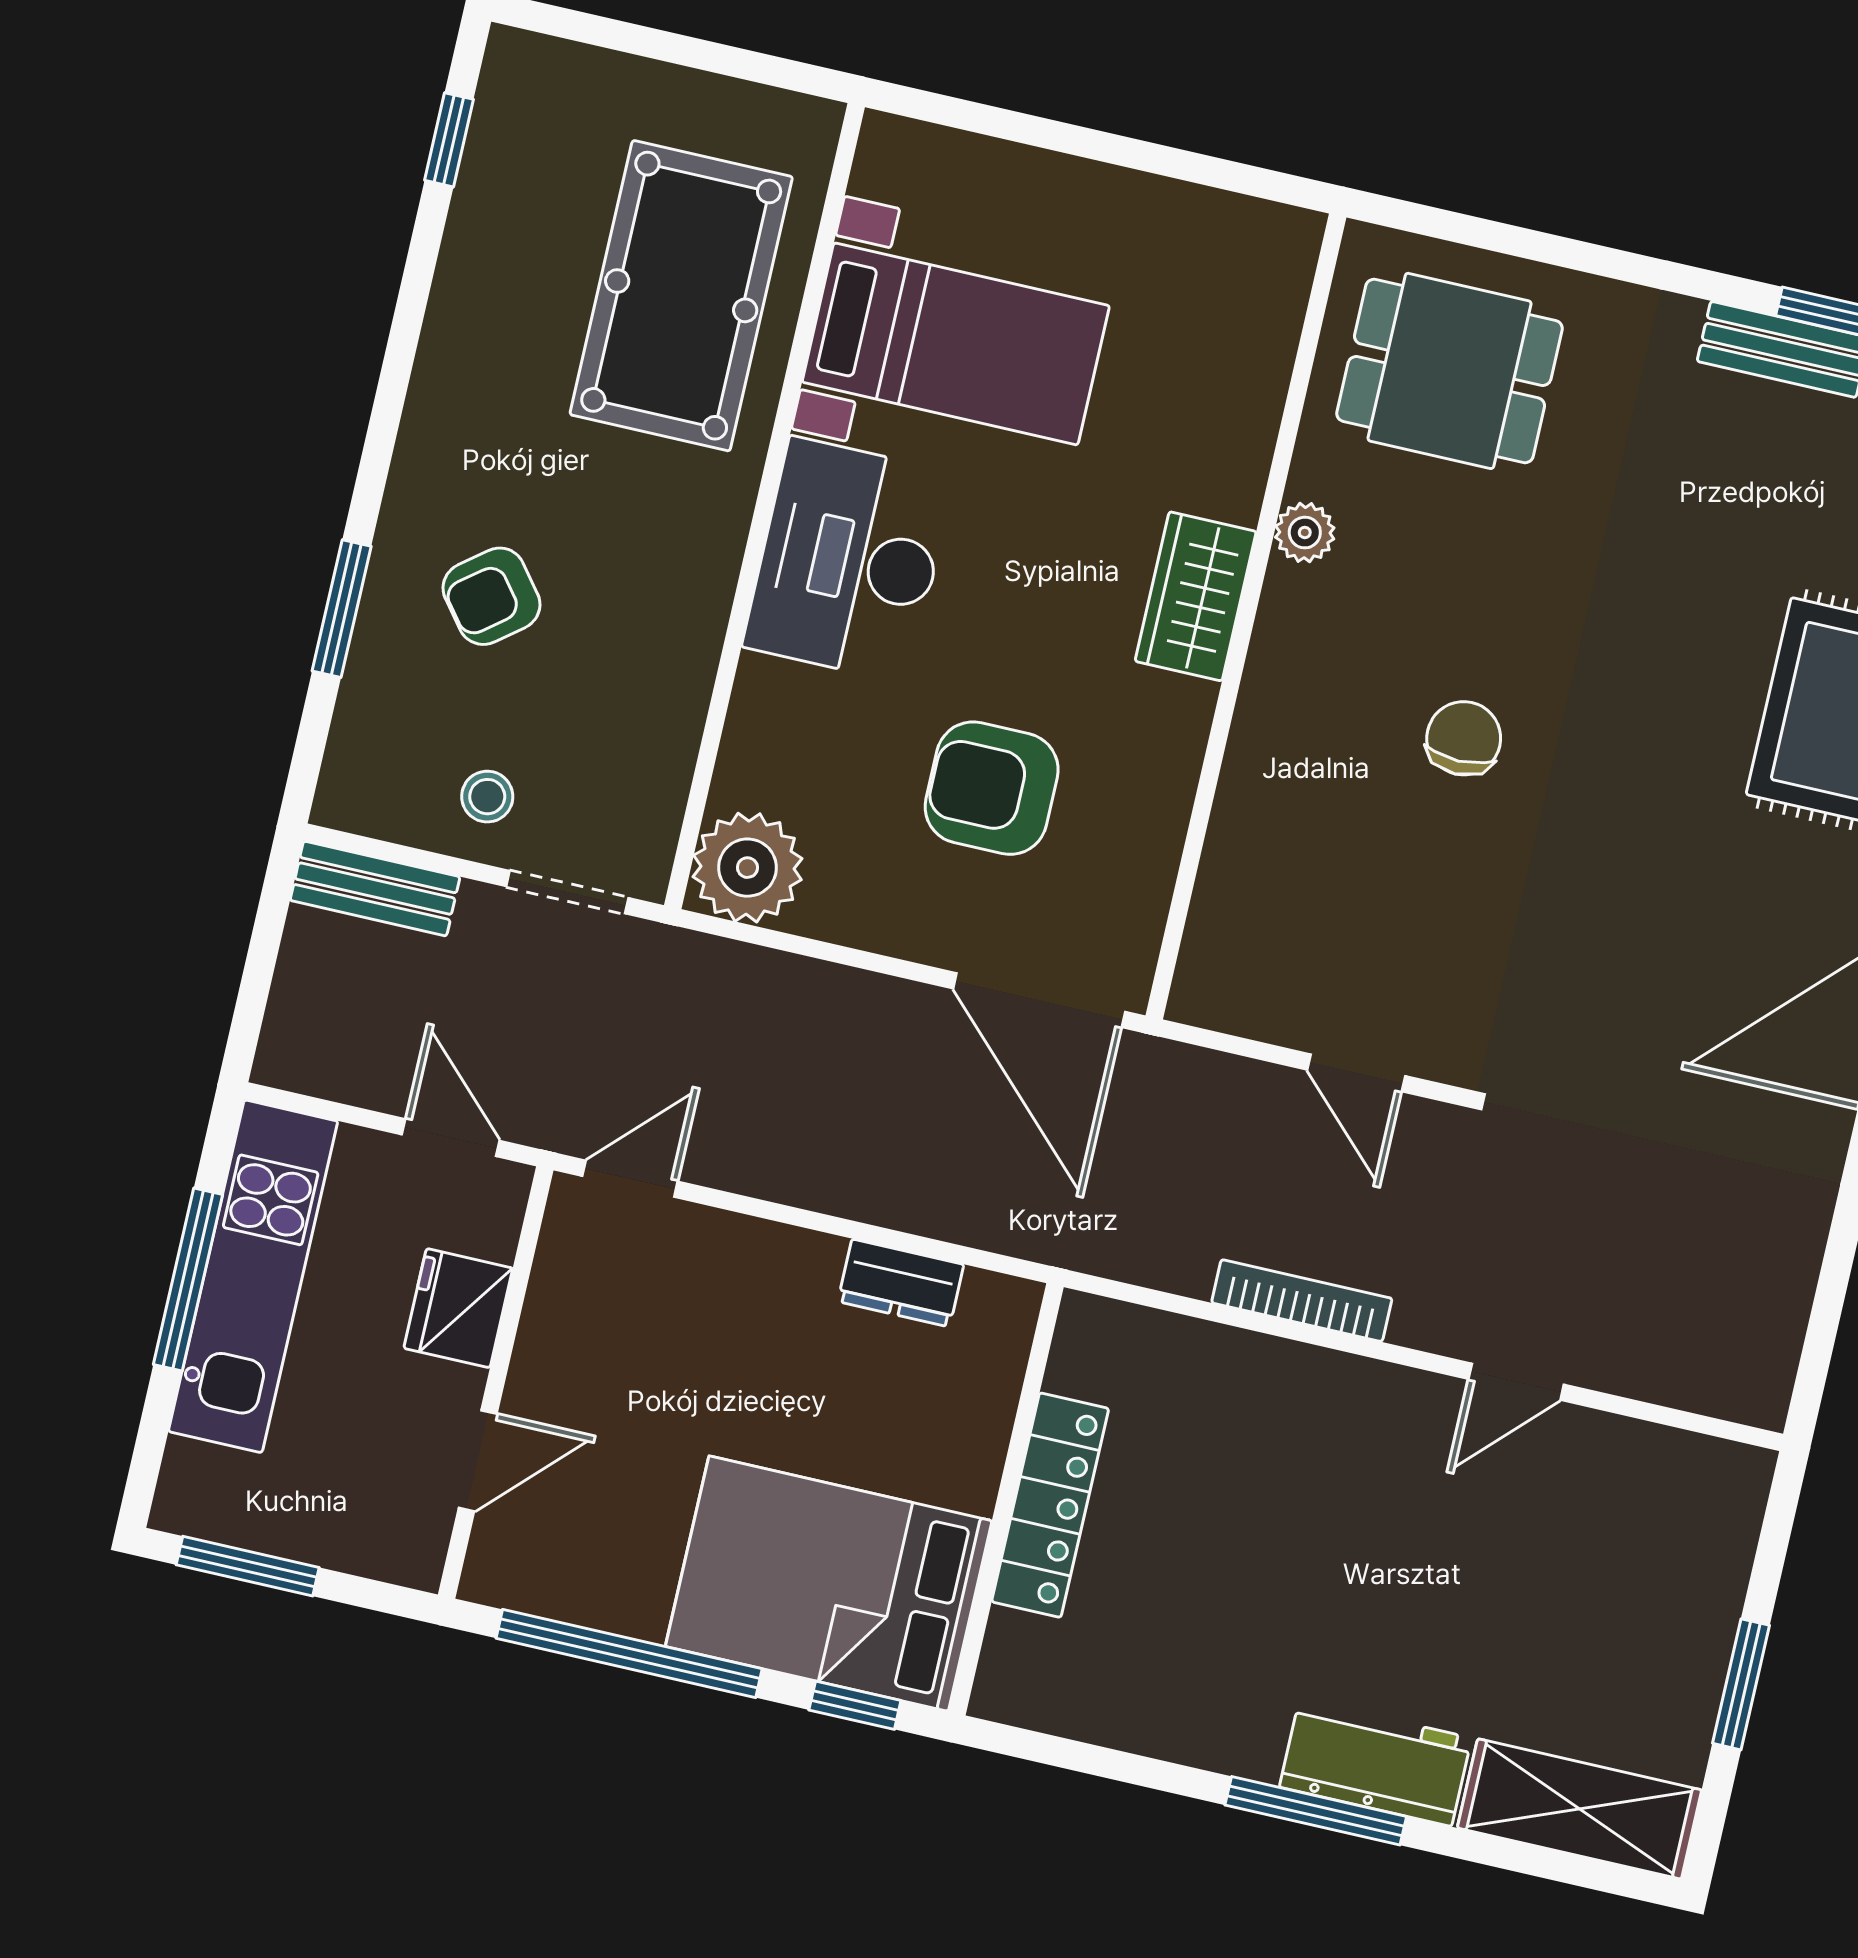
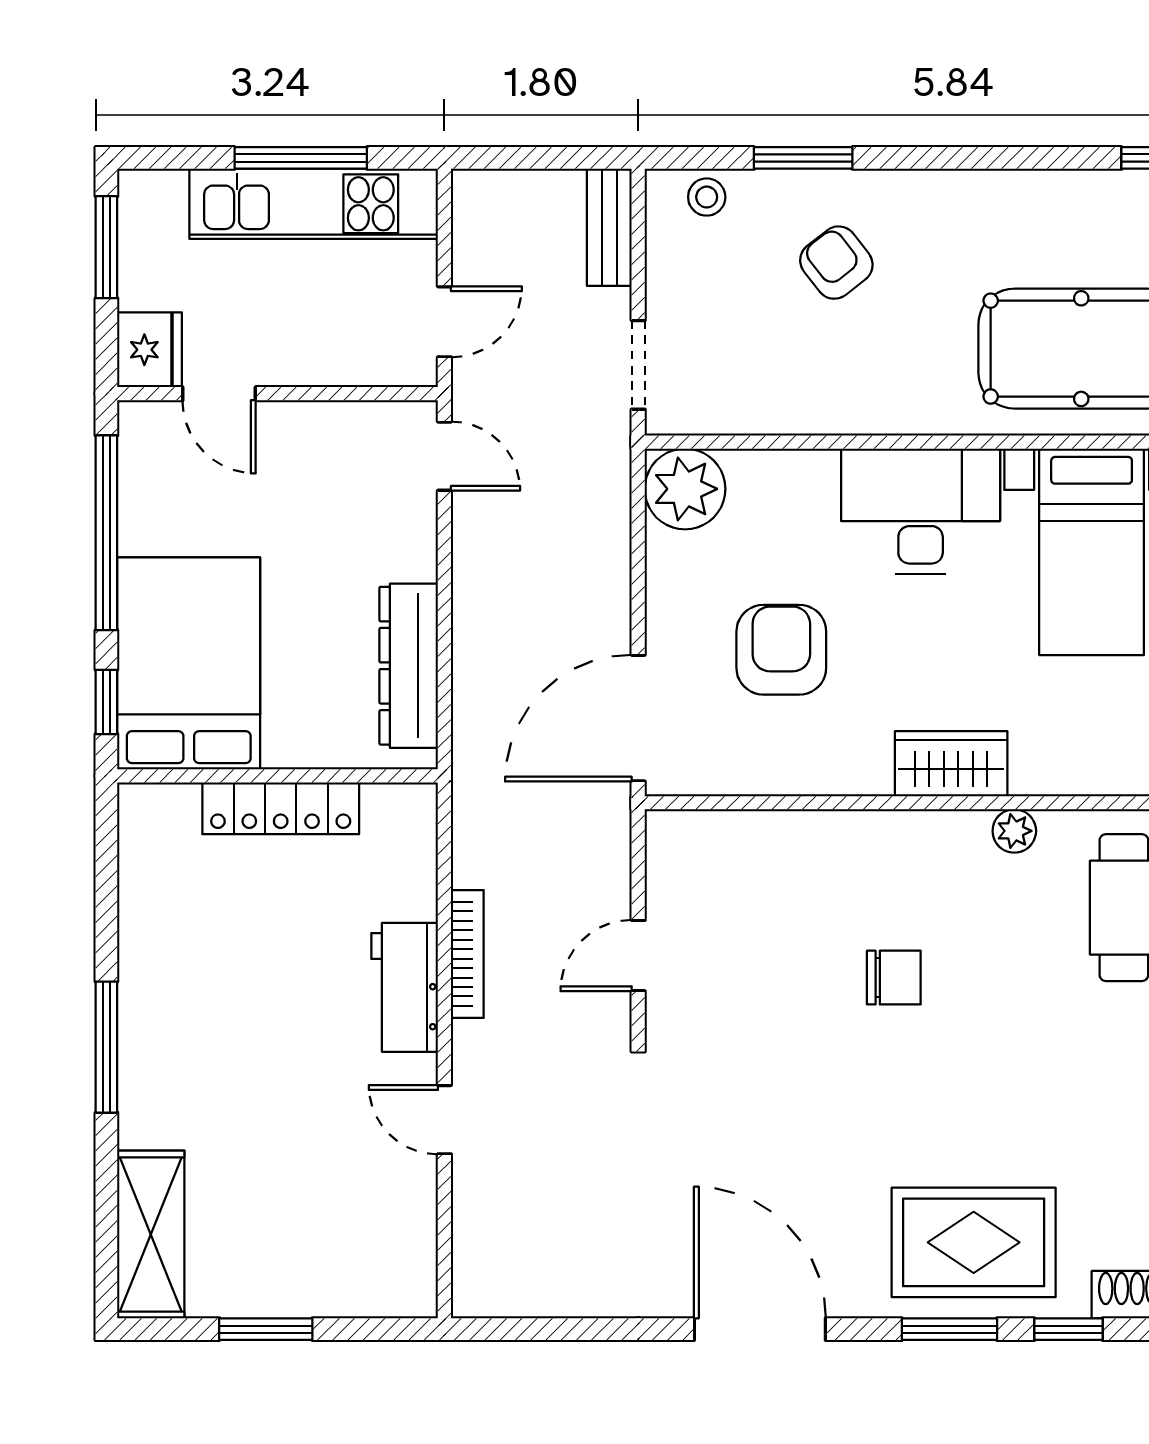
stool: (487, 797) -> (707, 197), moved
dresser: (901, 1283) -> (409, 666), width x1.96, depth x1.24
fridge: (458, 1308) -> (149, 350), moved, turned 90
workbench: (1376, 1763) -> (405, 987), moved, turned 180

